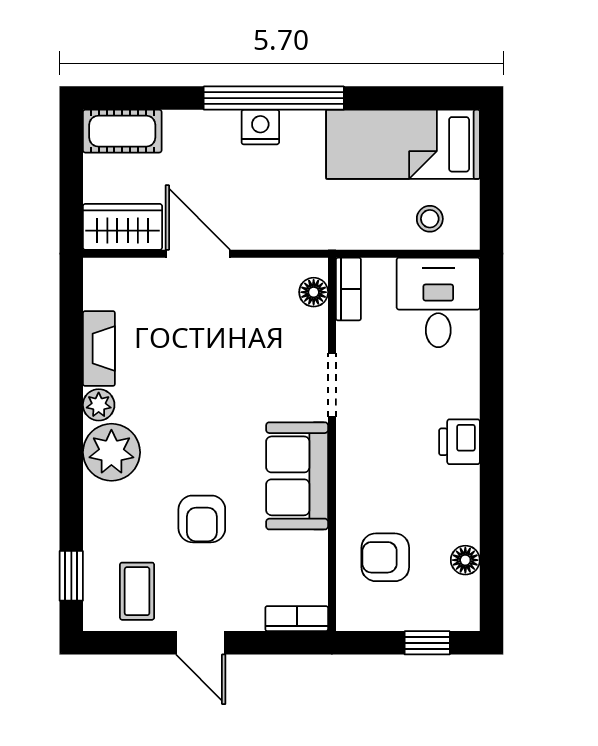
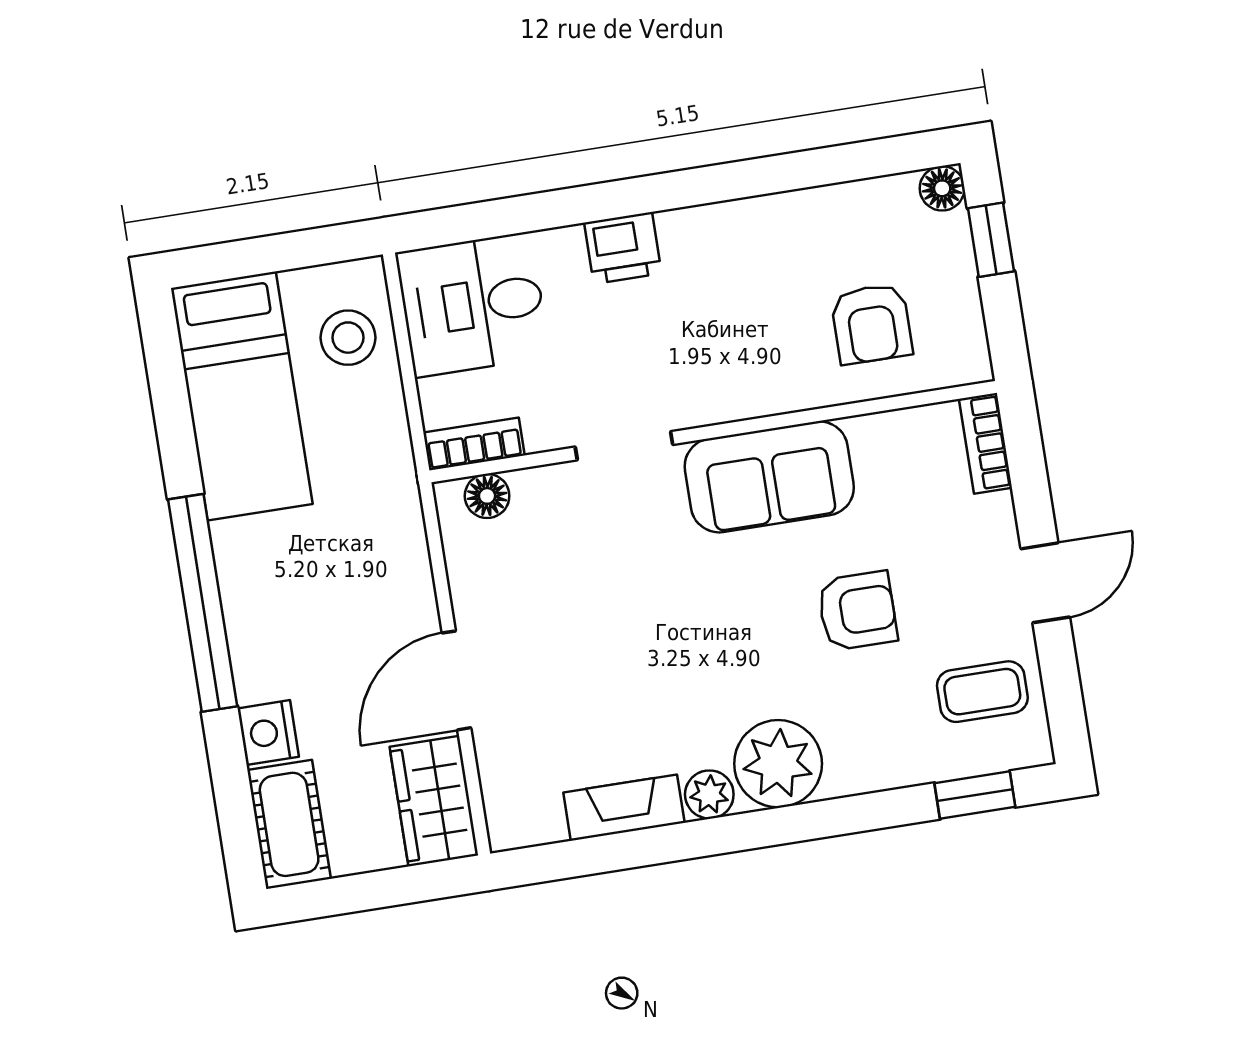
nightstand: (260, 127) -> (268, 733), moved
stool: (430, 219) -> (348, 338), width x1.37, depth x1.37
printer: (459, 442) -> (623, 248), moved
floor lamp: (465, 560) -> (942, 188), moved

